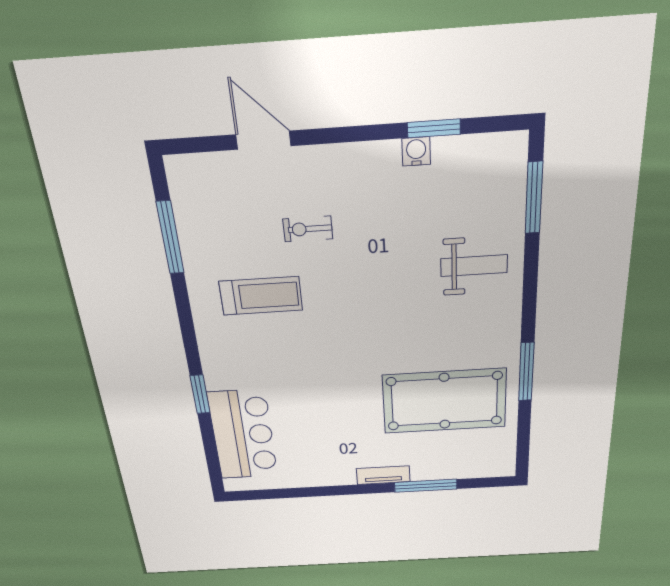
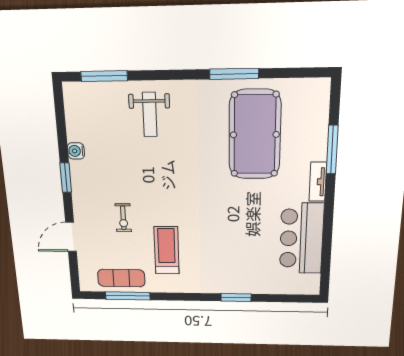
window: (434, 128) -> (66, 178), moved
exercise mat: (201, 227) -> (121, 278), added
weight bench: (474, 266) -> (150, 114), turned 180
bar counter: (243, 435) -> (302, 238), moved, turned -90

